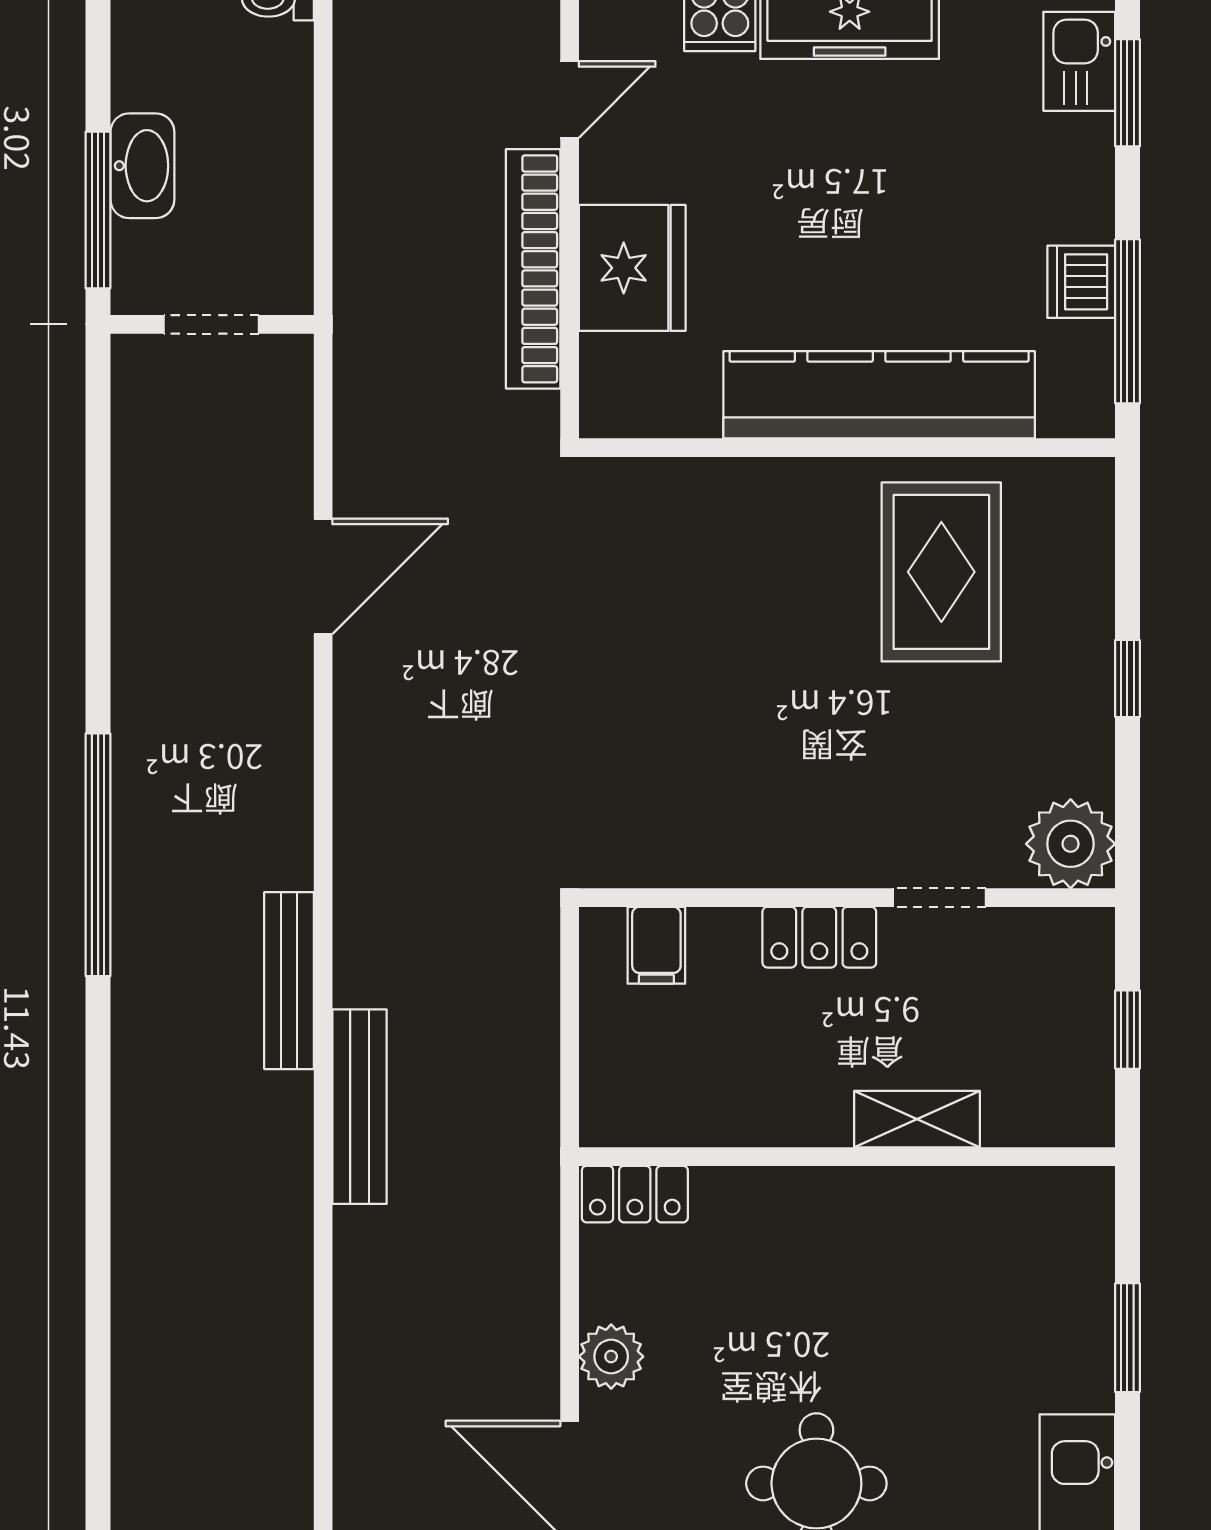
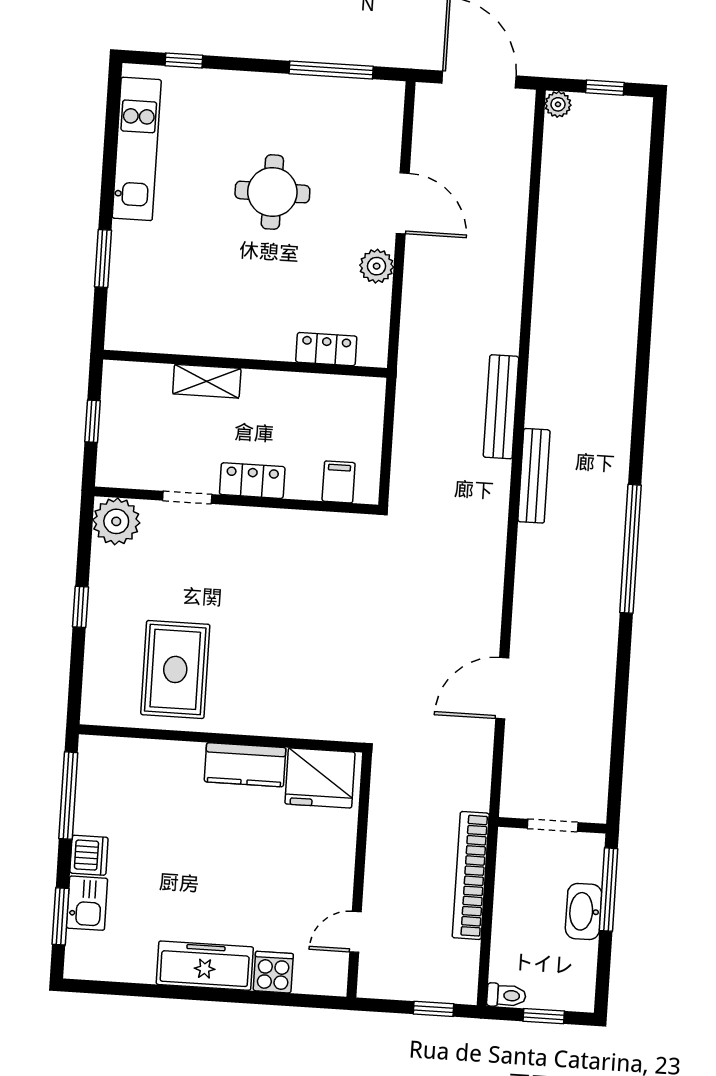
kitchen sink: (1079, 61) -> (87, 903), moved
fridge: (632, 268) -> (320, 778), moved, turned -90
bookcase: (533, 269) -> (471, 875), moved, turned 180
dishwasher: (1081, 282) -> (89, 855), moved
kitchen counter: (879, 395) -> (245, 765), width x0.48, depth x0.86
locker: (635, 1194) -> (326, 349), moved

